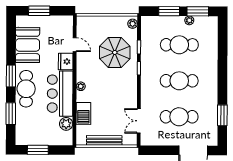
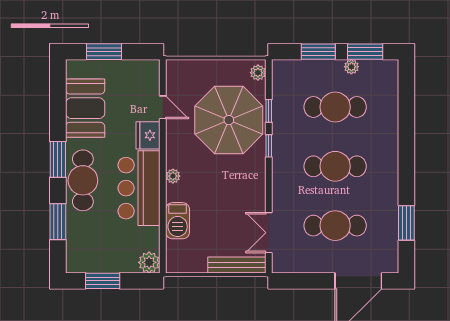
parasol: (115, 52) -> (229, 120), width x1.36, depth x1.36
plant: (66, 124) -> (149, 262), moved
bench: (104, 140) -> (237, 265), moved

